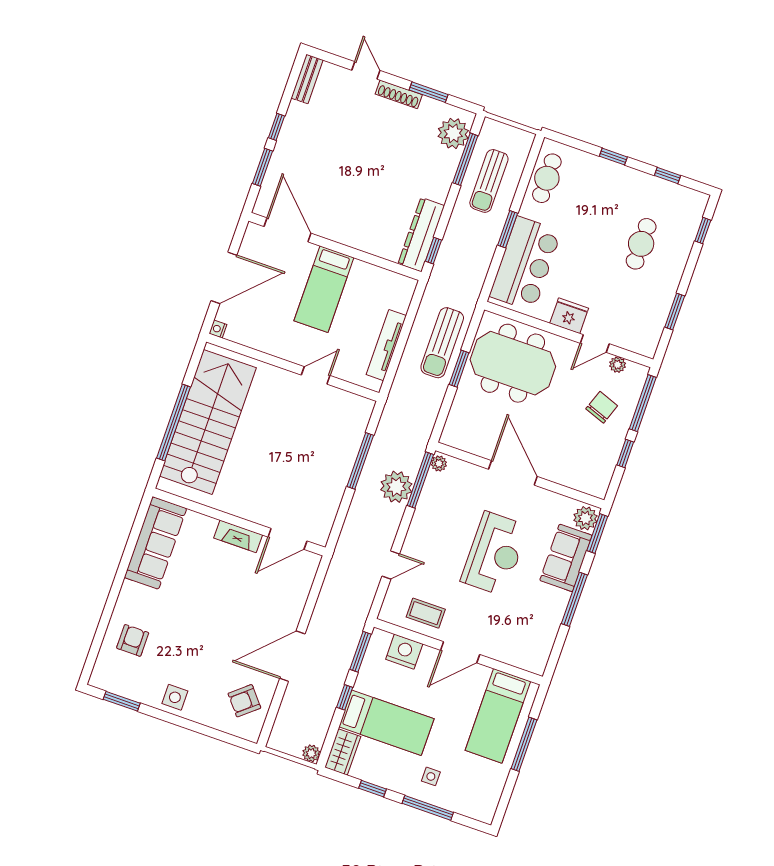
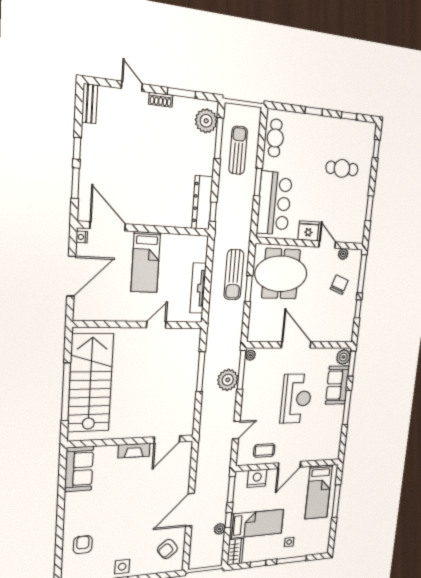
shoe rack: (399, 94) -> (161, 100), width x0.70
sun lounger: (489, 181) -> (238, 150), turned 180
cafe table: (641, 244) -> (342, 168), turned 90
nightstand: (218, 329) -> (82, 237), moved
door: (595, 344) -> (327, 244), swing flipped
sofa: (155, 543) -> (79, 469), width x0.73
plant: (311, 753) -> (220, 529), moved

